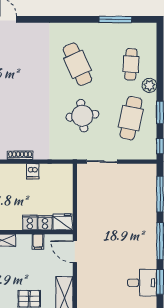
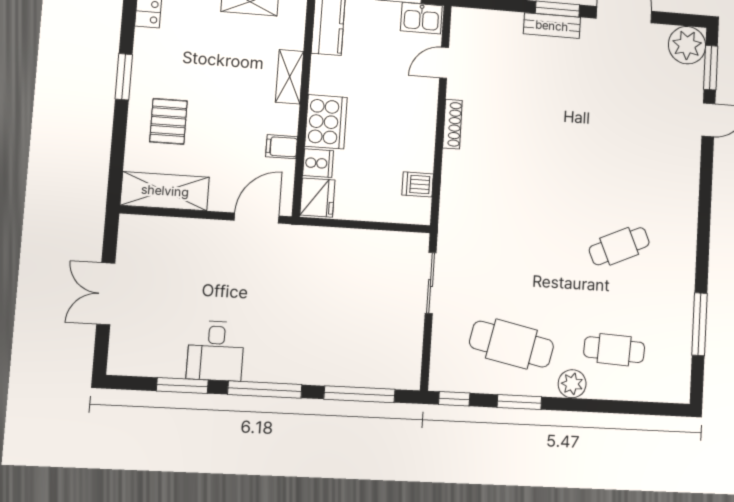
cafe table: (77, 64) -> (619, 246), width x0.73, depth x0.74
round table: (82, 116) -> (521, 250), removed
dishwasher: (33, 171) -> (418, 184), moved
cooker: (30, 222) -> (326, 122), width x1.87, depth x1.31
desk: (142, 283) -> (216, 351), moved

